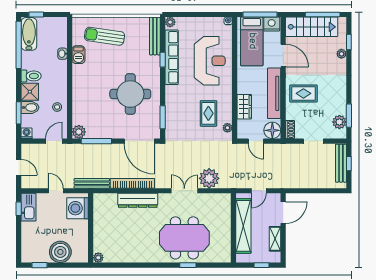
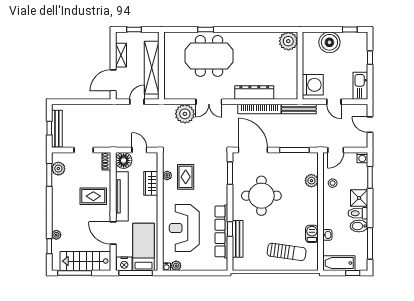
plant: (170, 22) -> (176, 266), moved
bathtub: (29, 34) -> (339, 263), moved, turned 90
bench: (155, 36) -> (238, 239), moved
window: (19, 45) -> (370, 243), width x0.68
bidet: (30, 107) -> (359, 226), moved
plant: (227, 128) -> (167, 175), moved
plant: (79, 132) -> (311, 181), moved
window: (19, 209) -> (370, 58), moved
plant: (98, 258) -> (288, 41), width x1.88, depth x1.88

